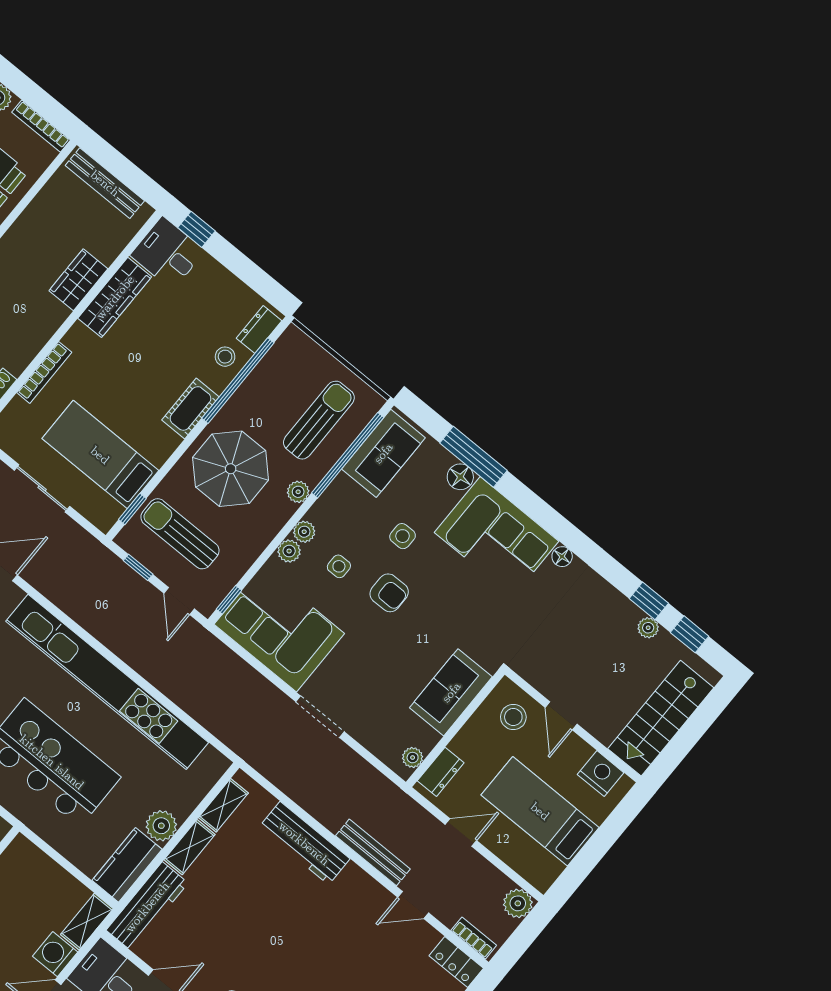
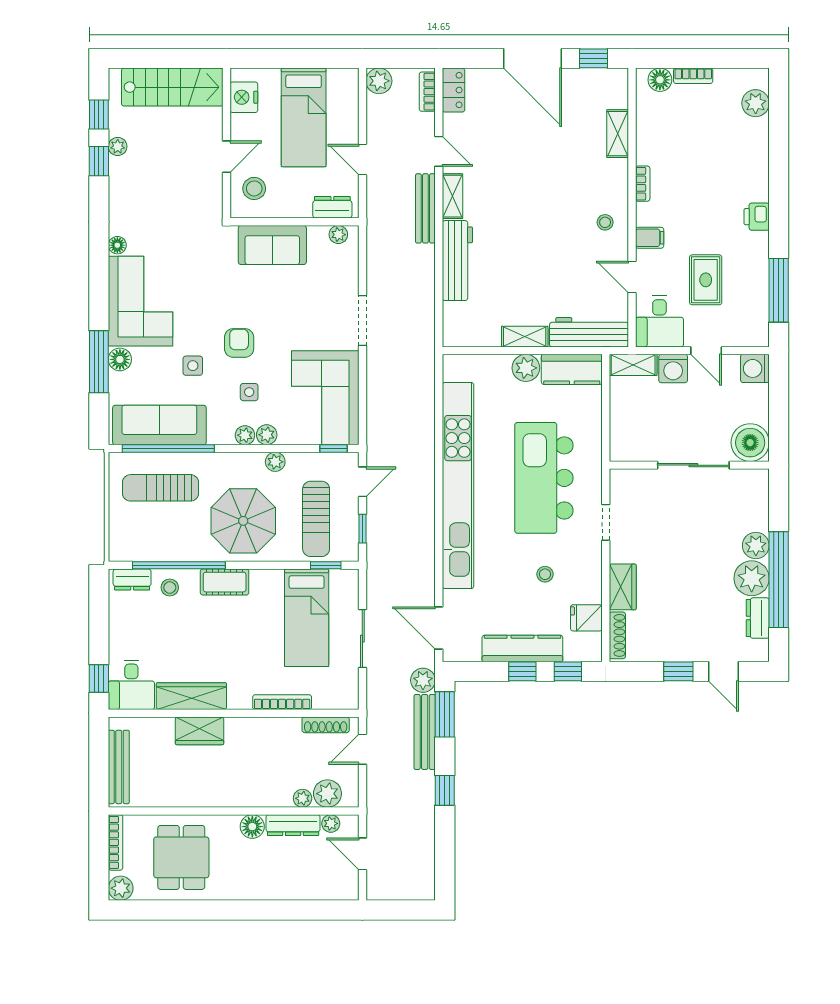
sofa: (383, 453) -> (159, 425), width x1.36
plant: (298, 492) -> (275, 462), moved
shelving: (223, 805) -> (452, 196), moved, turned 90

